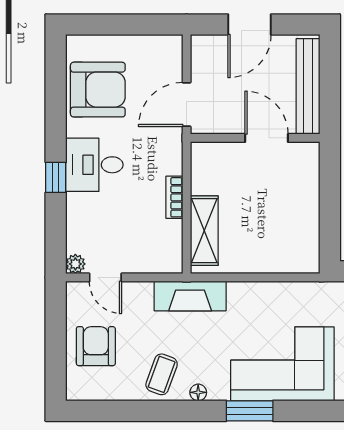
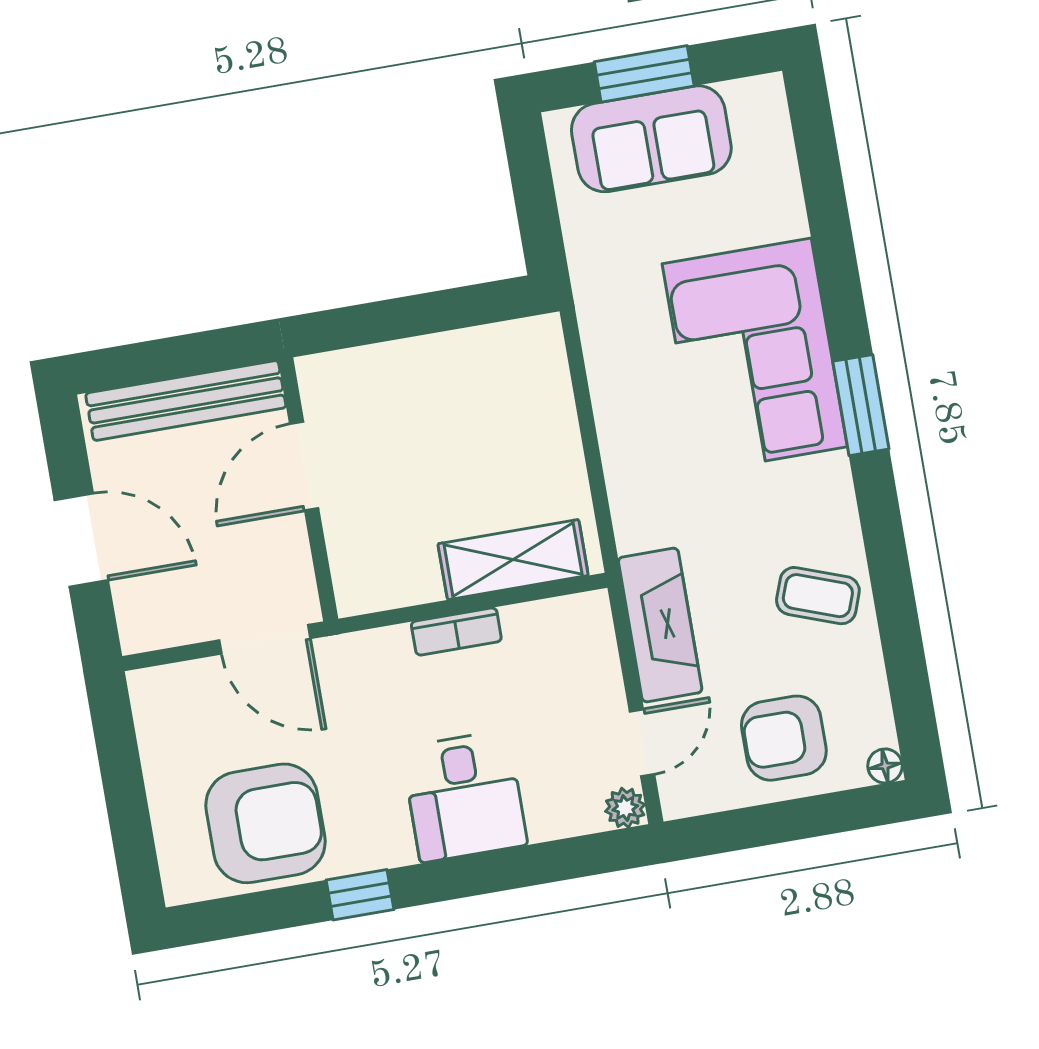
armchair: (98, 90) -> (265, 823), turned 90
desk: (94, 165) -> (464, 796), moved
window: (56, 177) -> (360, 895), moved
fireplace: (190, 296) -> (660, 625), moved
floor lamp: (198, 392) -> (885, 766), moved

